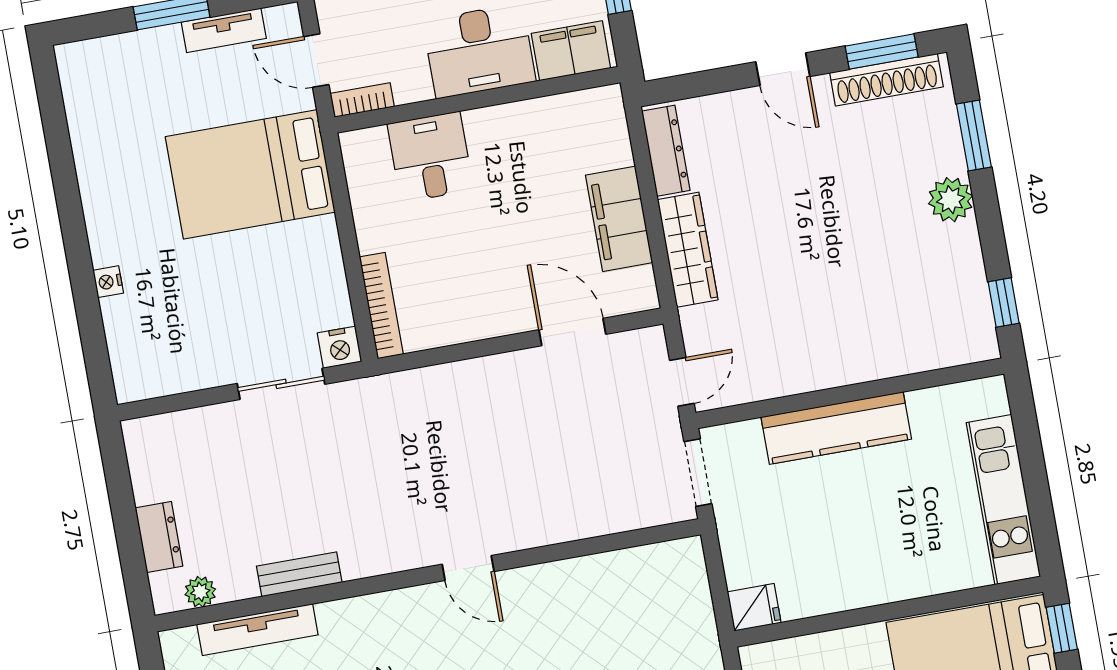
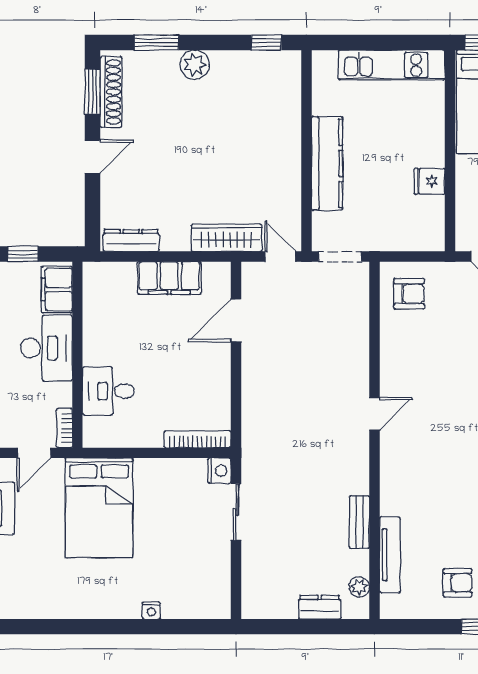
wardrobe: (688, 250) -> (227, 238), moved
armchair: (660, 588) -> (409, 294), added
fridge: (754, 607) -> (430, 181), moved, turned -90

